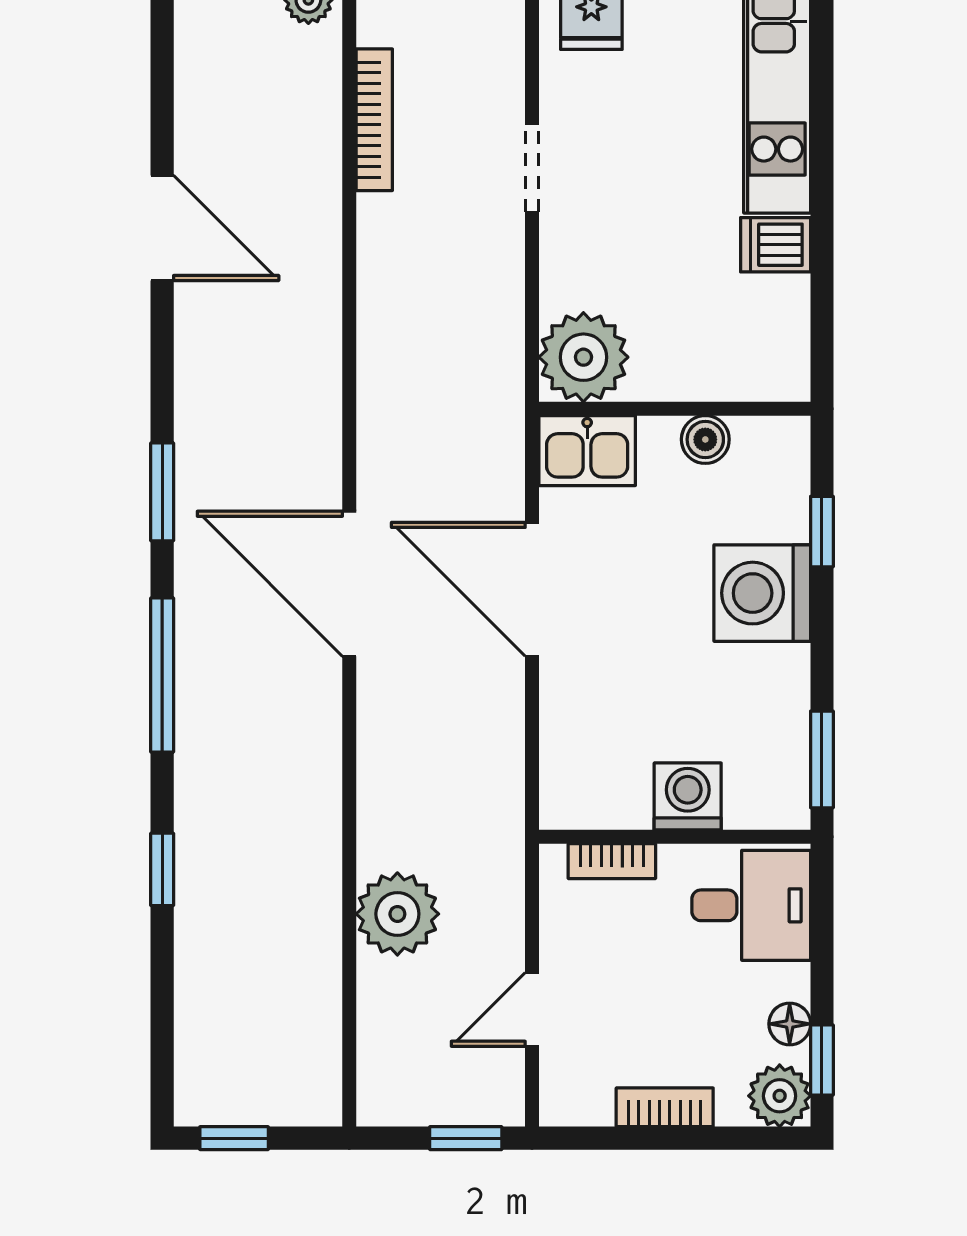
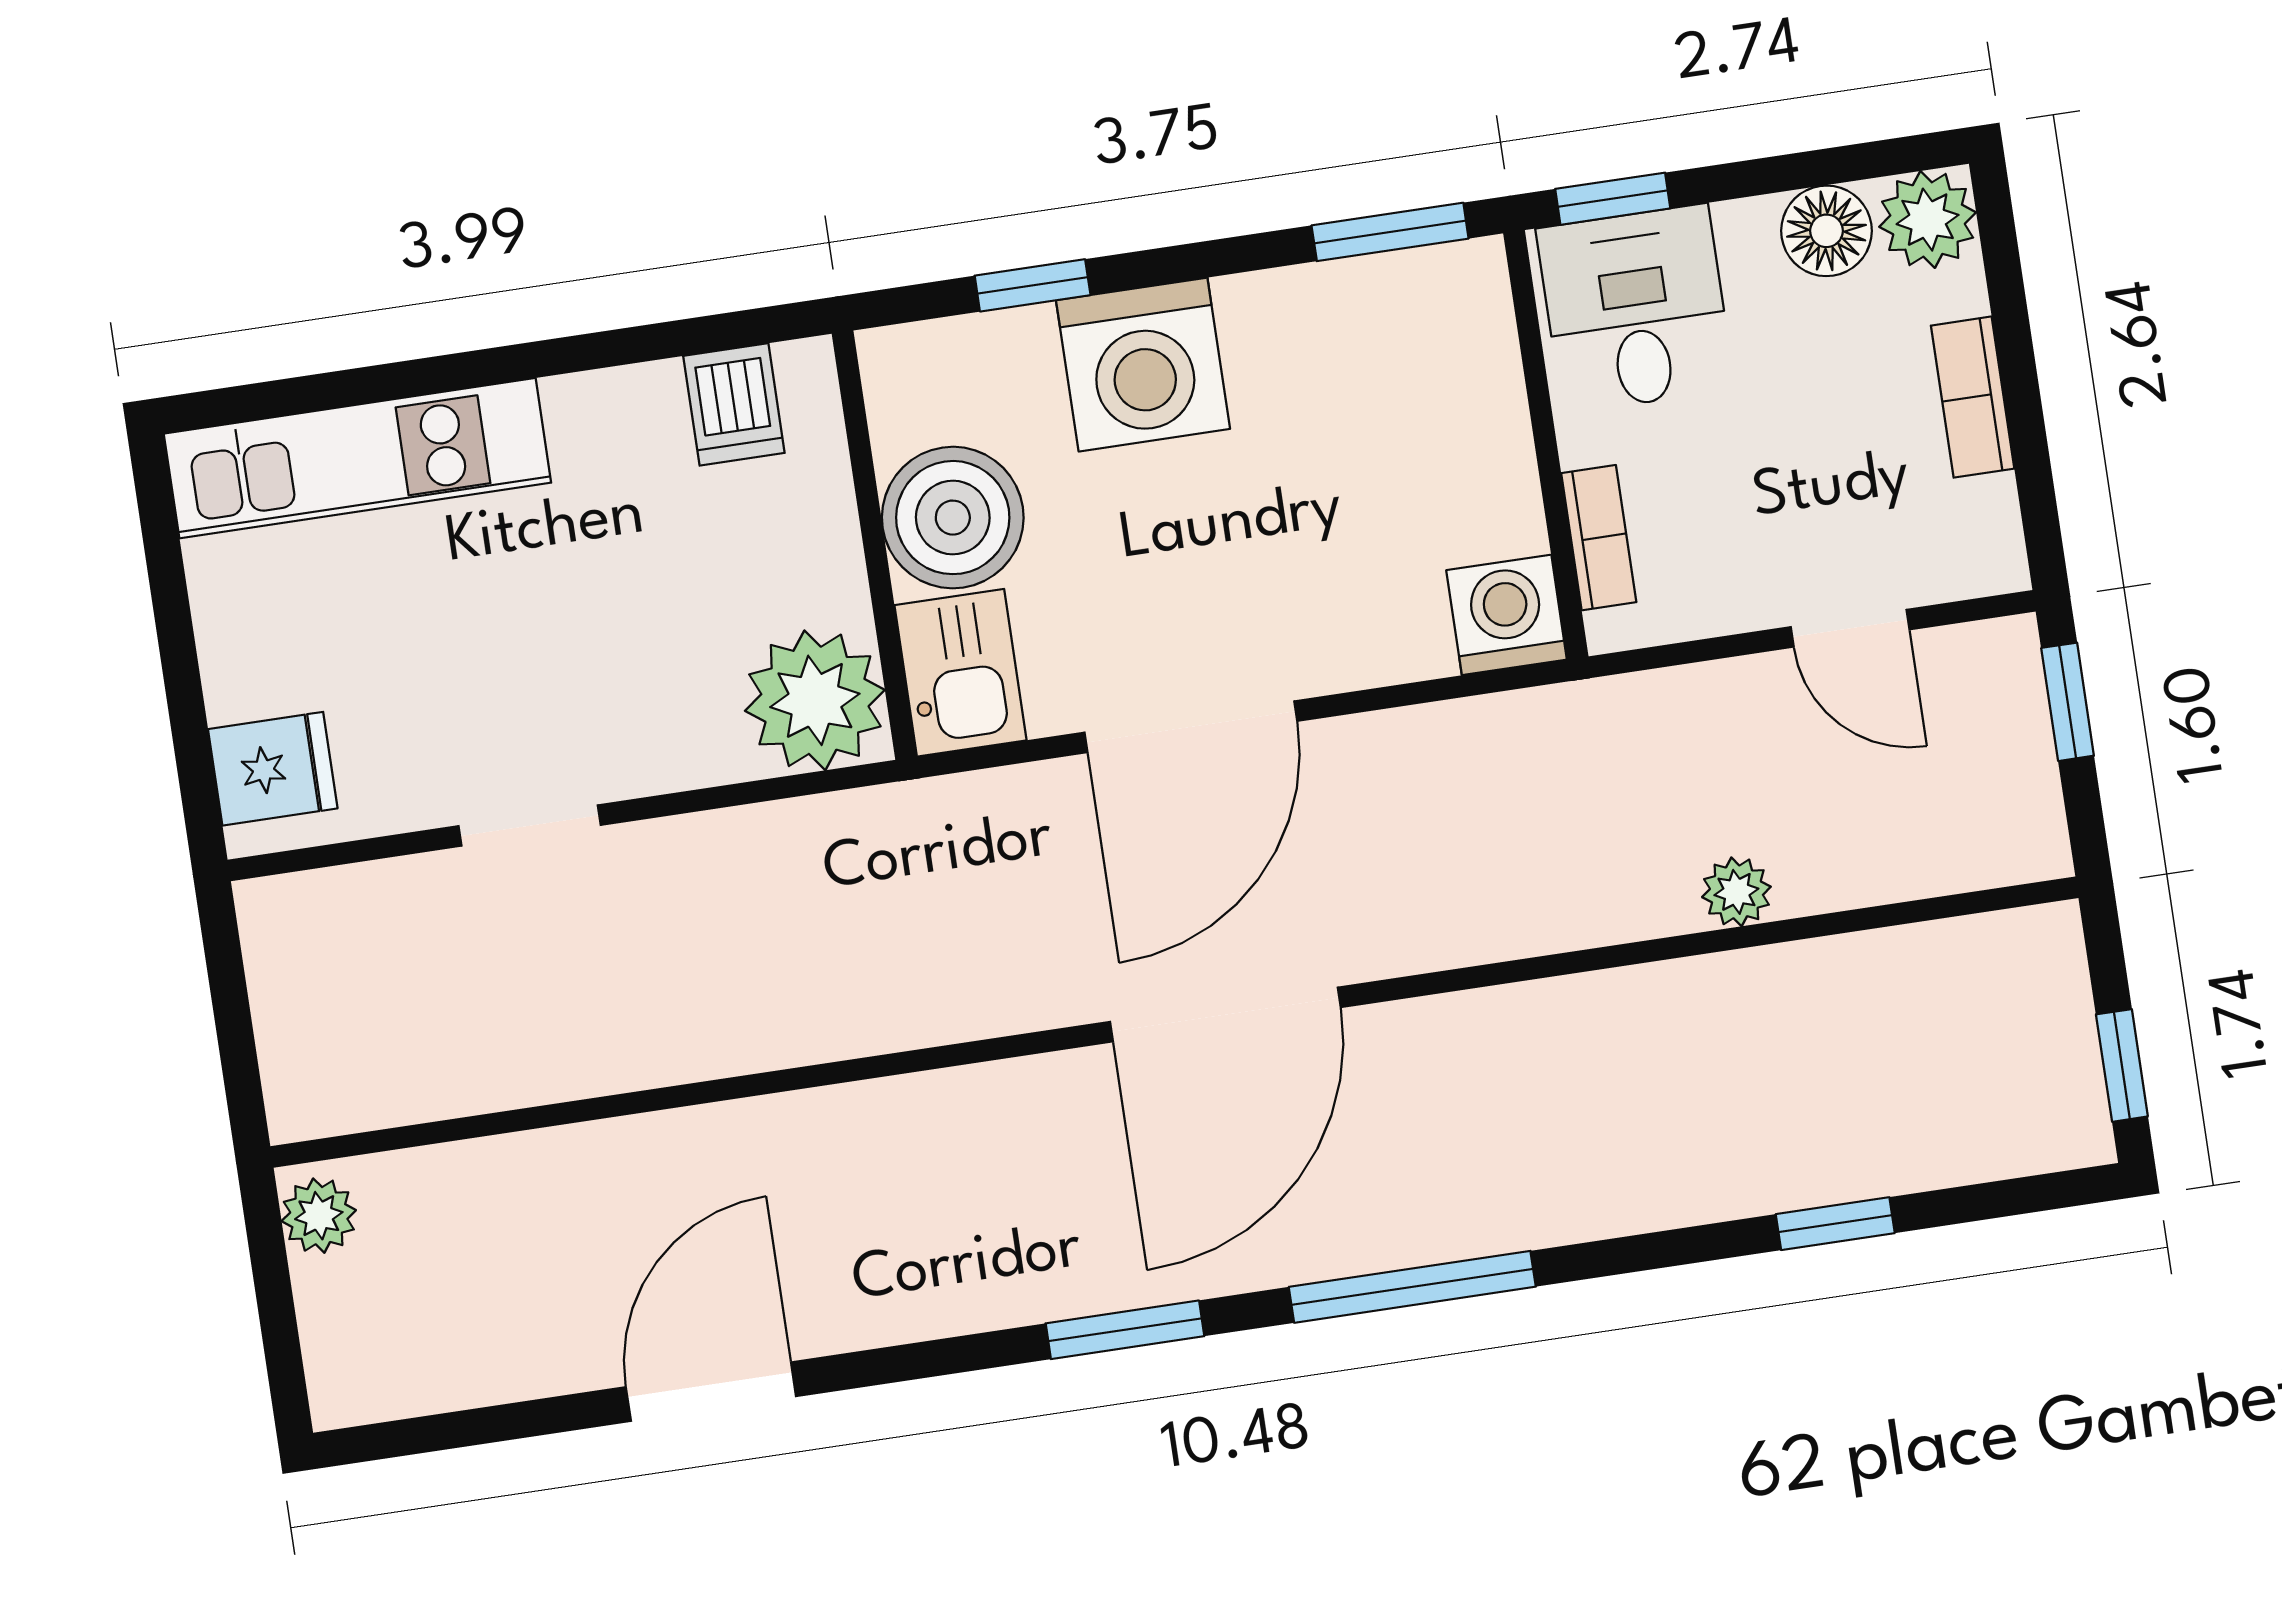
bookcase: (374, 120) -> (491, 1084), removed
dishwasher: (776, 245) -> (734, 404), moved
boiler: (705, 439) -> (953, 518), width x1.86, depth x1.86
washing machine: (688, 796) -> (1507, 615), moved, turned 90
window: (162, 869) -> (1835, 1224), moved
plant: (397, 914) -> (1736, 892), width x0.53, depth x0.53
floor lamp: (790, 1024) -> (1826, 231), width x1.37, depth x1.37
window: (822, 1060) -> (1613, 199), moved

